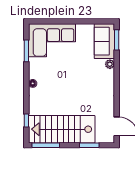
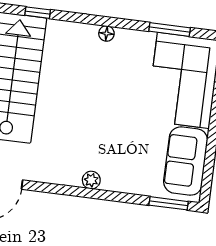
sofa: (104, 41) -> (186, 161), moved, turned -90
plant: (110, 64) -> (91, 180), moved

